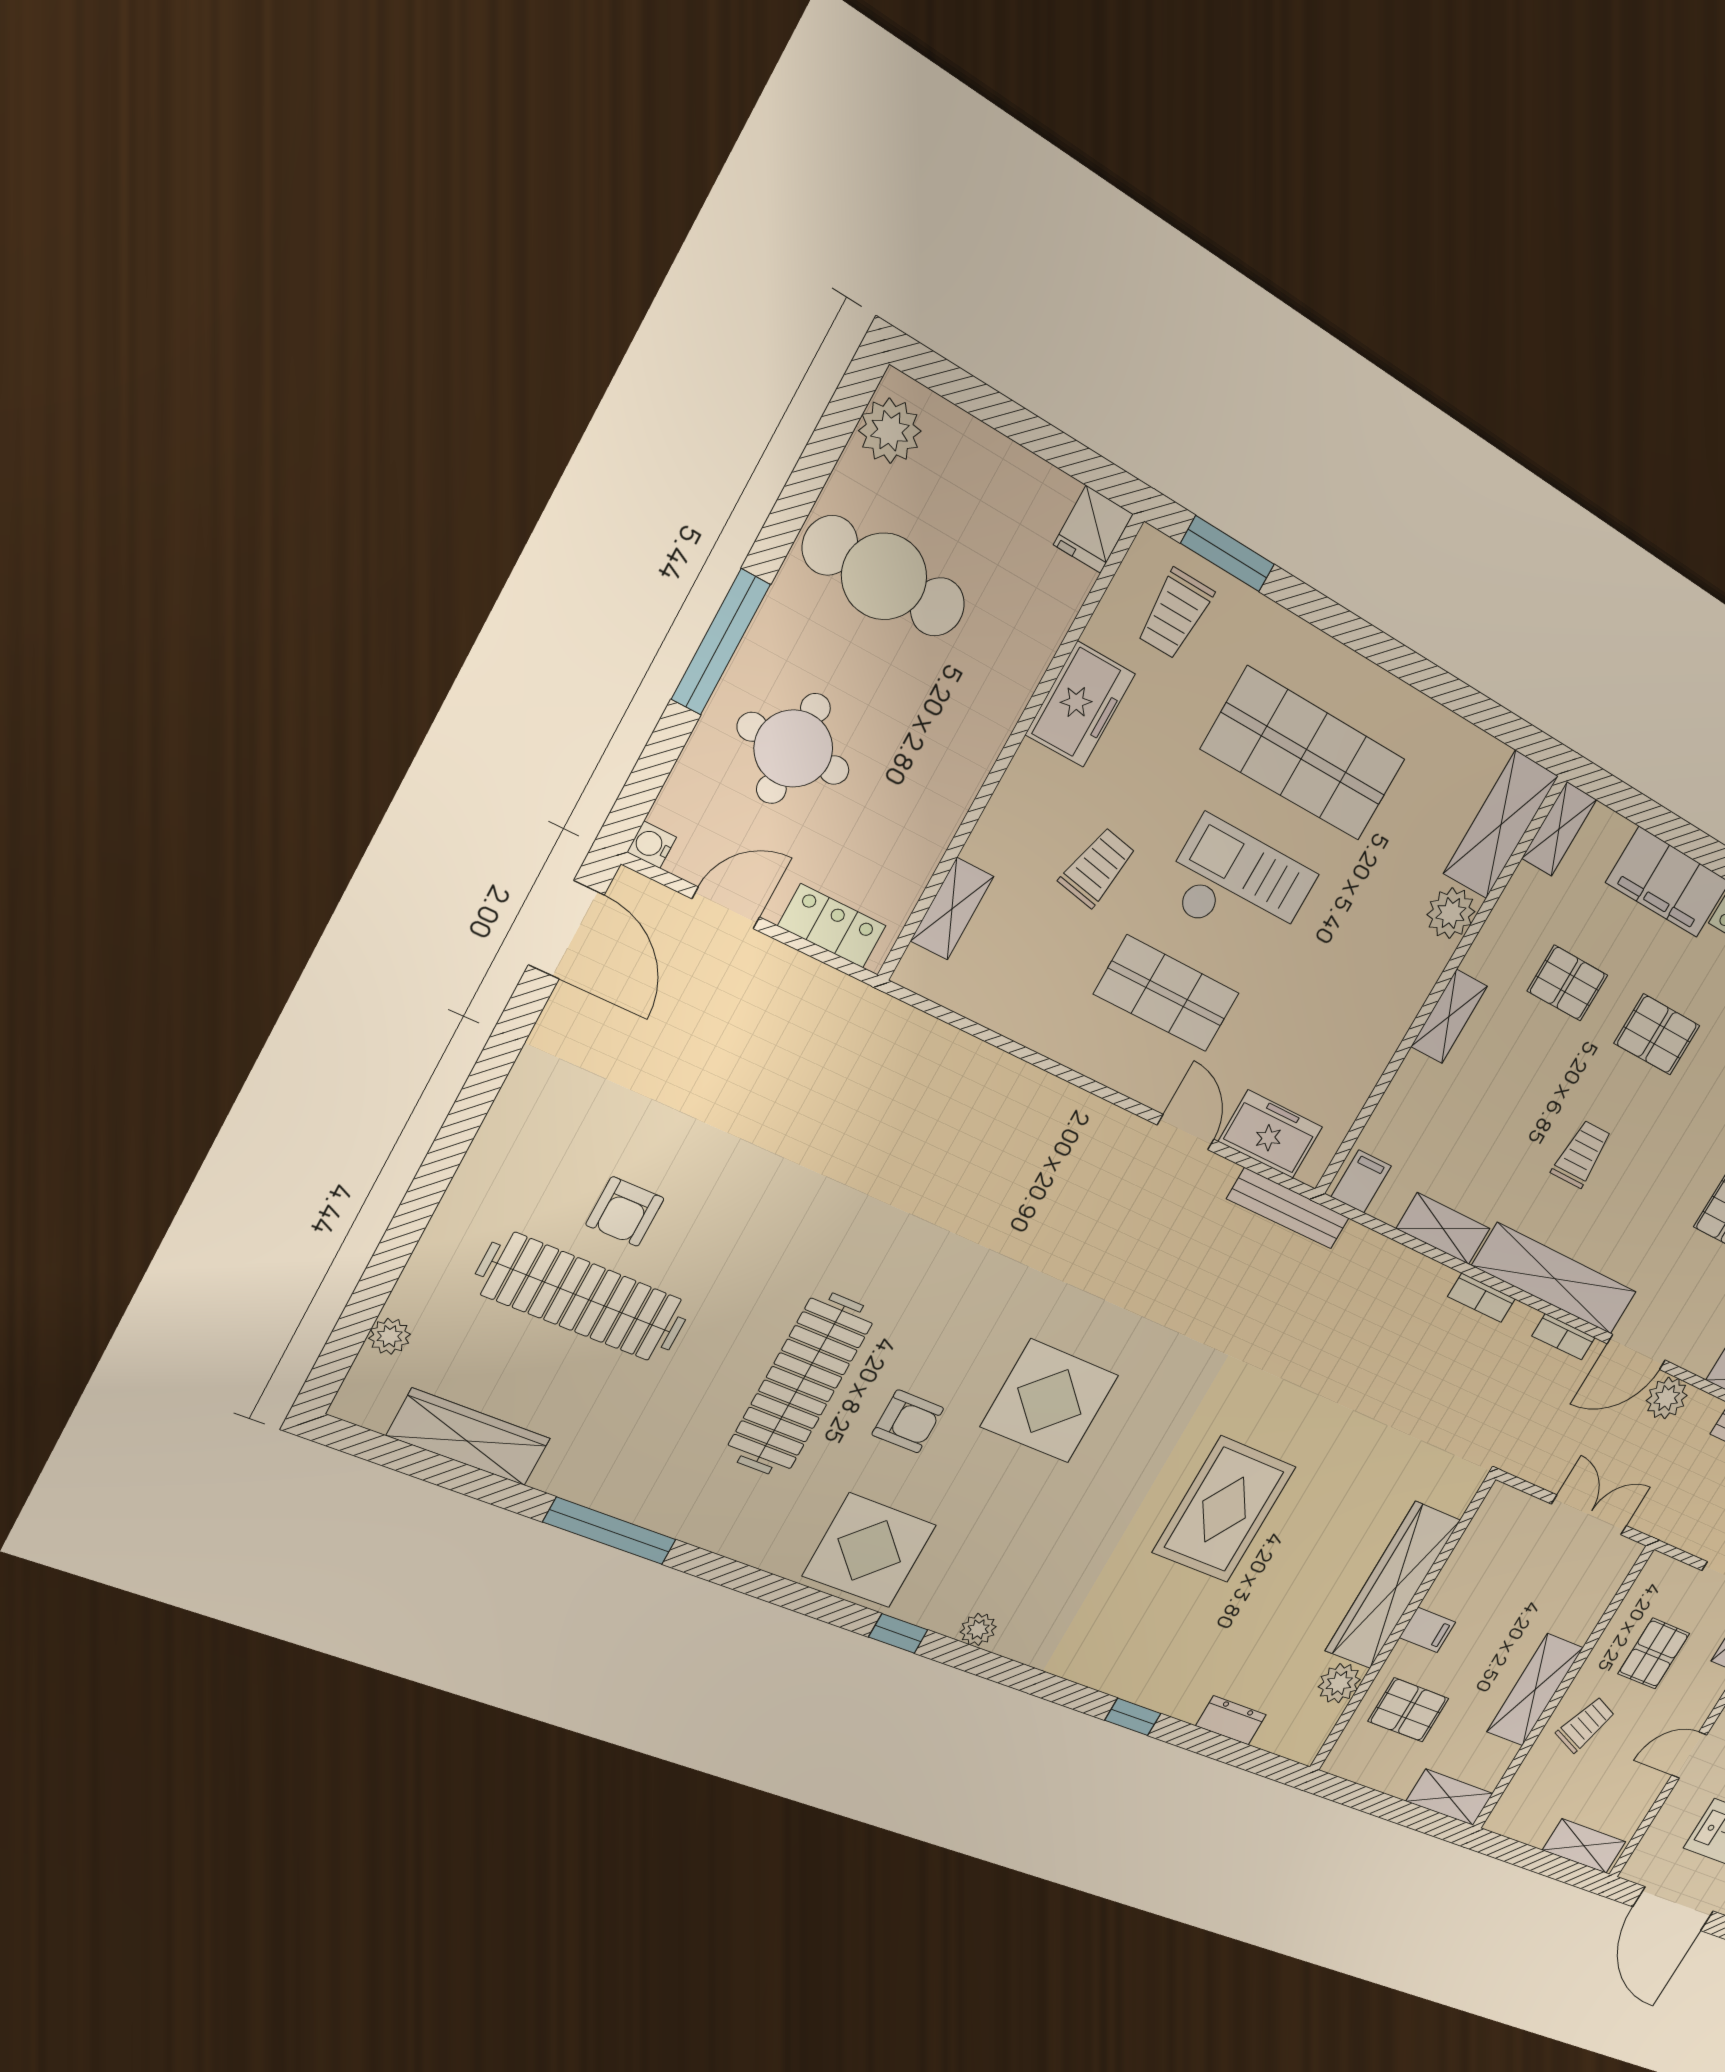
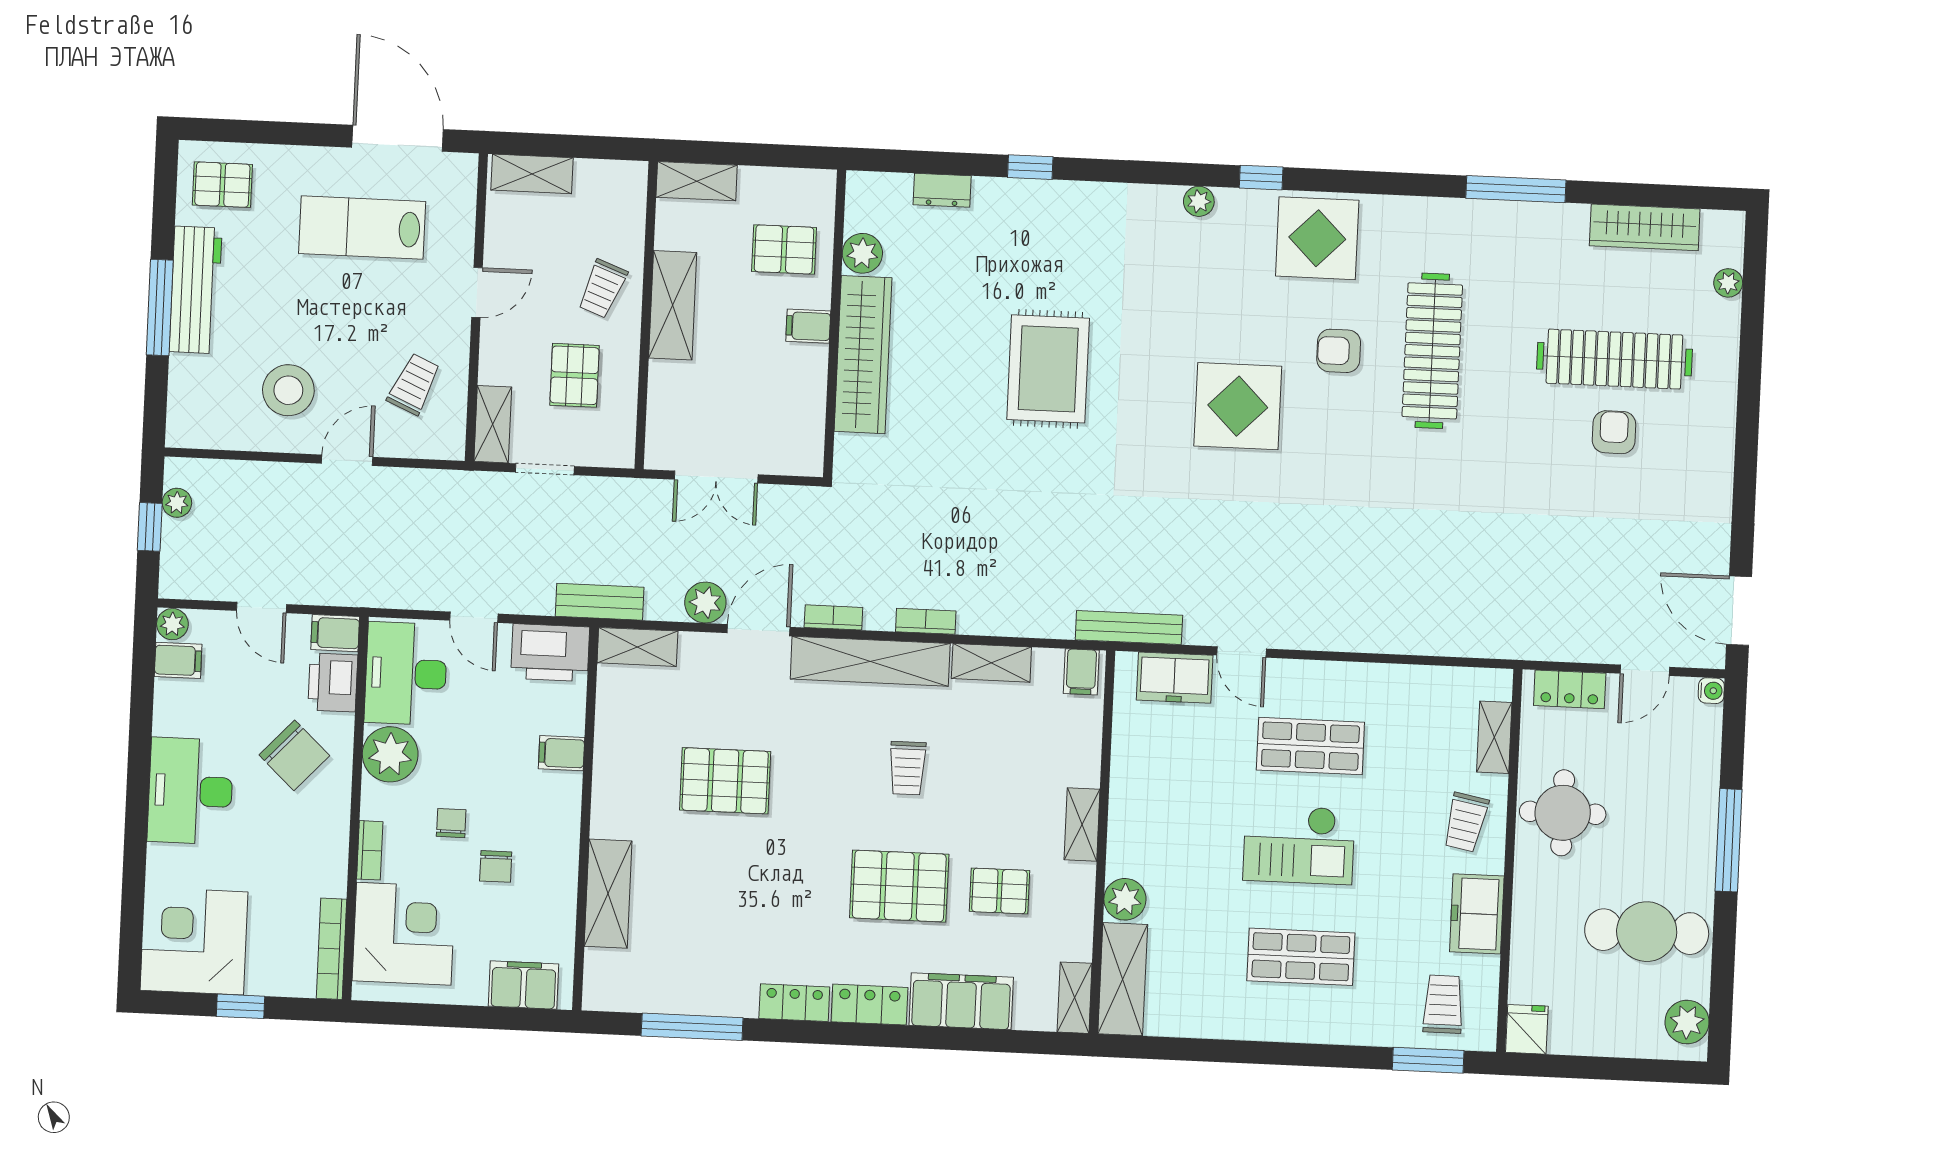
round table: (793, 749) -> (1563, 813), moved
shop shelf: (1304, 754) -> (1301, 957), width x0.70, depth x0.74
trolley: (1097, 867) -> (1466, 822), moved
pallet: (1657, 1034) -> (899, 886), width x1.50, depth x1.42

